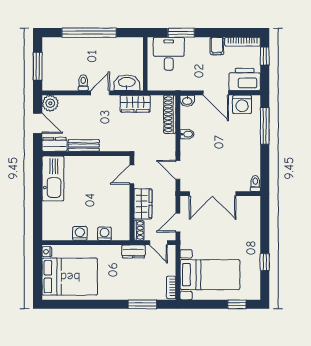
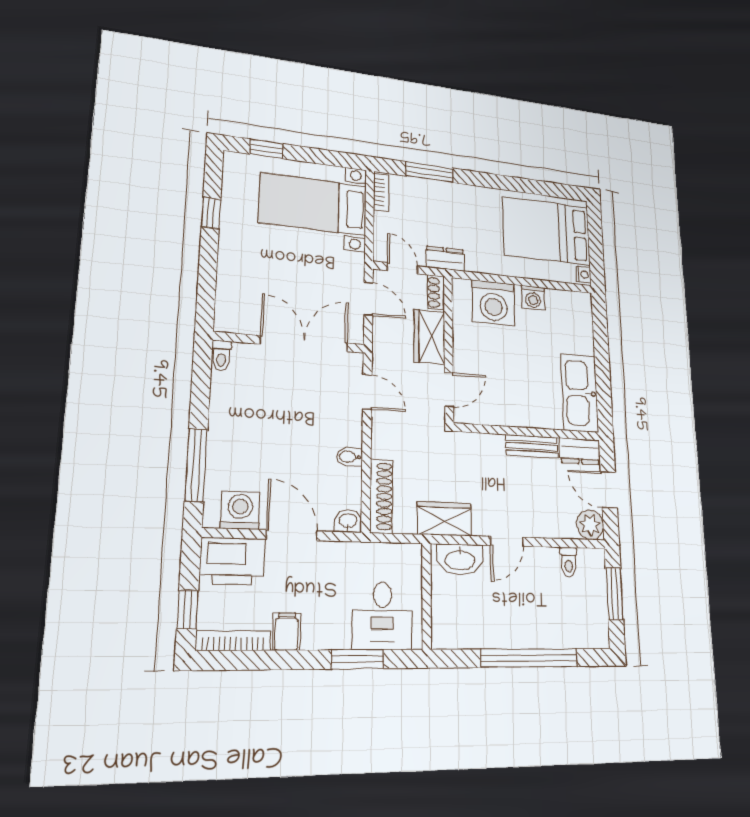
toilet: (83, 83) -> (569, 562), moved
door: (178, 223) -> (368, 299), hinge flipped
washing machine: (105, 234) -> (494, 303), width x1.89, depth x1.89

